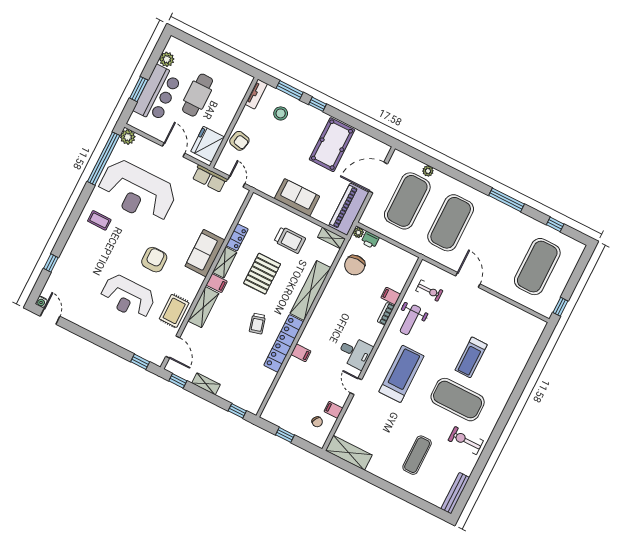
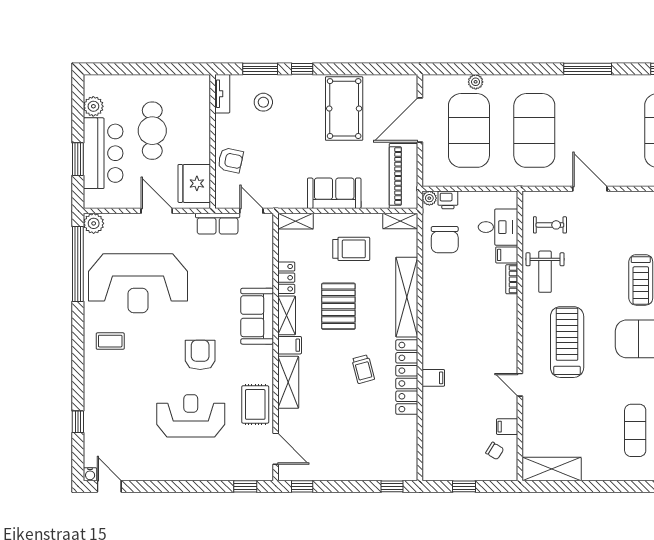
reception desk: (128, 297) -> (191, 416), turned 180
desk: (355, 352) -> (498, 227), moved
shelving: (206, 384) -> (295, 221), moved

